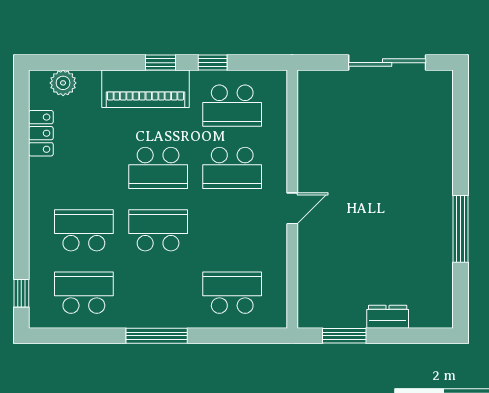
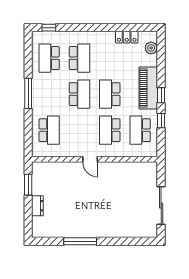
school desk: (84, 293) -> (49, 58), turned 180

